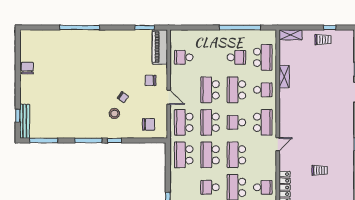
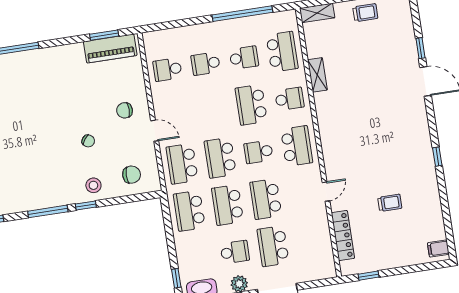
piano: (160, 47) -> (110, 49), moved, turned -90
school desk: (210, 90) -> (206, 64), moved, width x0.54
stool: (114, 114) -> (93, 185), moved
door: (278, 144) -> (326, 192), moved
school desk: (210, 187) -> (235, 252), turned 180
school desk: (263, 187) -> (311, 240), removed

